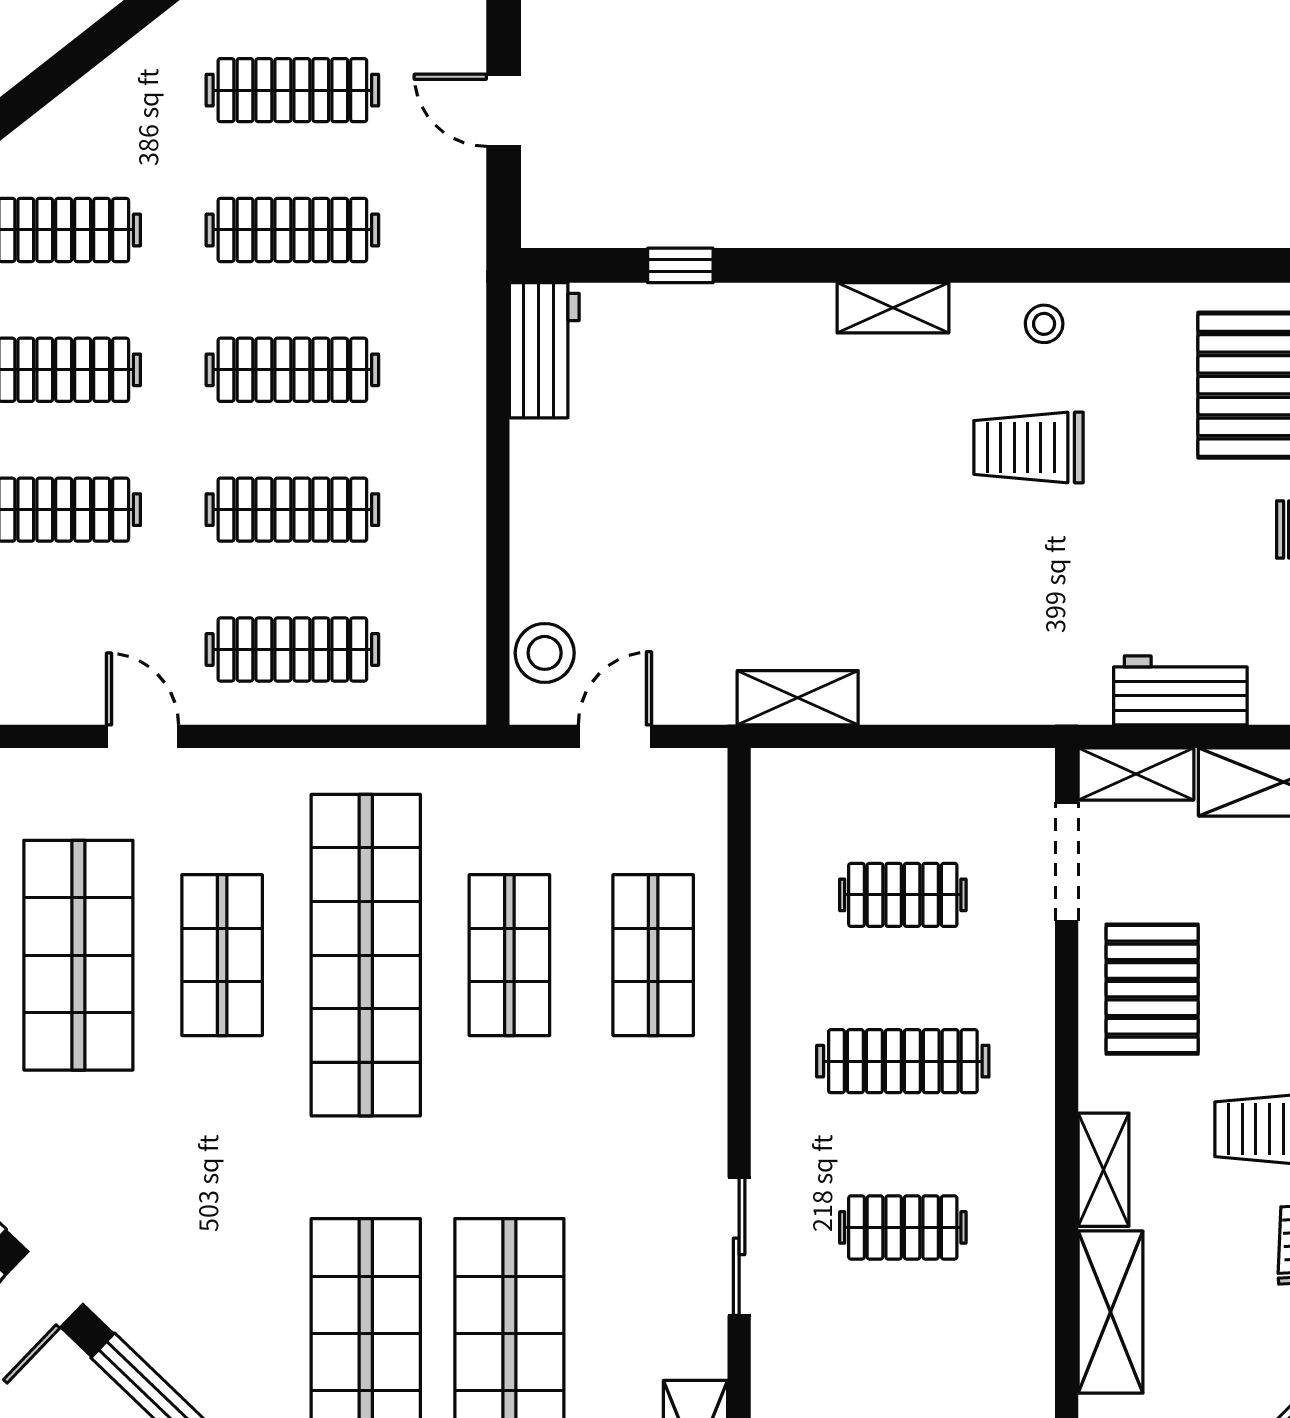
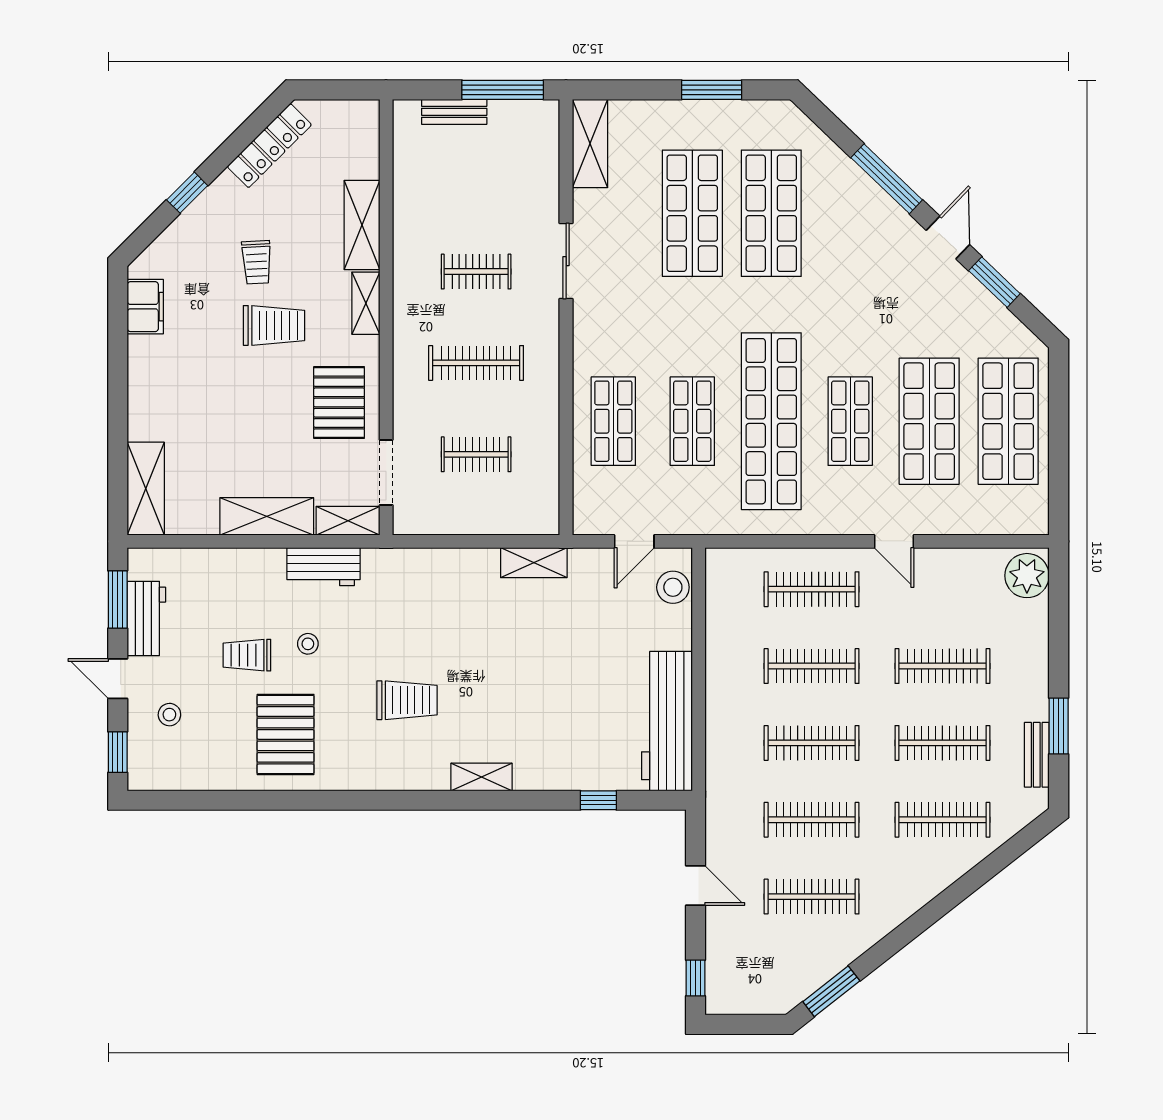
stool: (1044, 324) -> (308, 644), moved
workbench: (544, 350) -> (667, 721), width x1.88, depth x1.32

